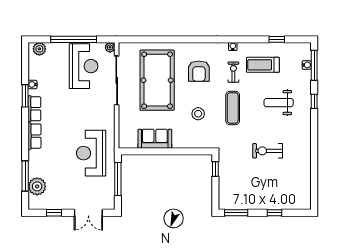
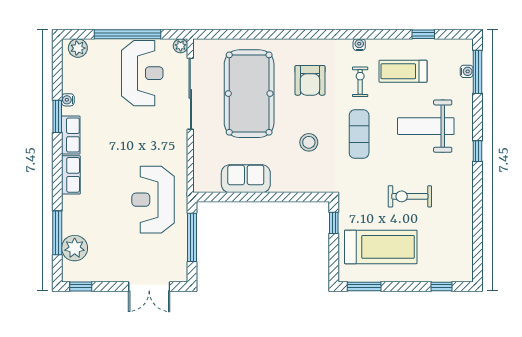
window: (314, 101) -> (477, 151), moved
weight bench: (279, 103) -> (426, 126), width x1.36, depth x1.33
treadmill: (248, 186) -> (381, 247), added
window: (54, 213) -> (81, 286), moved
window: (274, 213) -> (442, 286), moved

